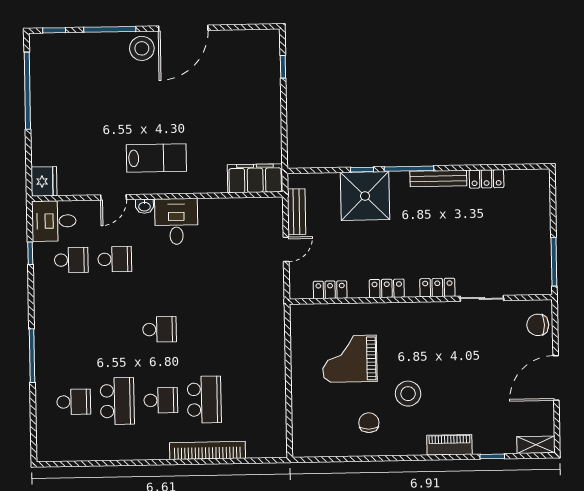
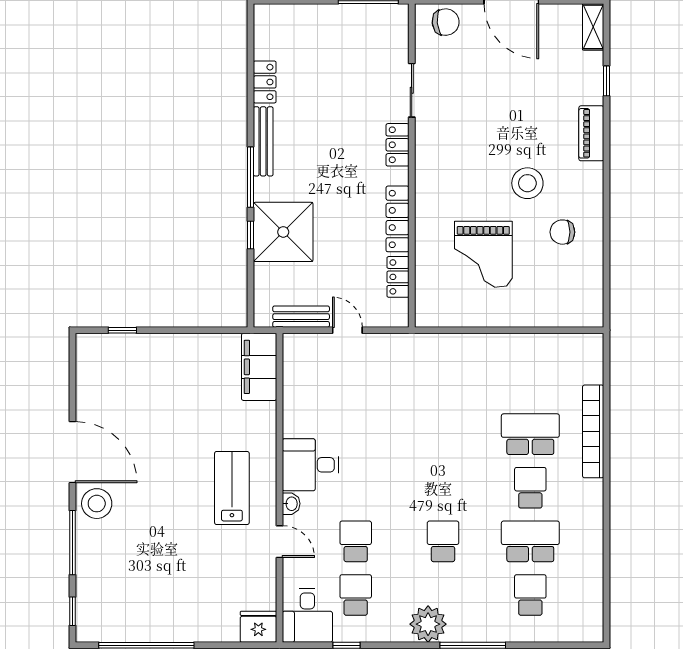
locker: (387, 288) -> (397, 219), width x1.53
plant: (49, 319) -> (428, 624), added
chair: (538, 325) -> (446, 22), turned -95
school desk: (160, 329) -> (443, 541), moved

